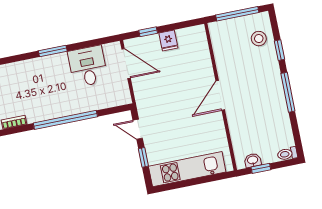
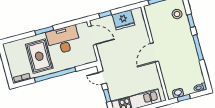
fridge: (168, 40) -> (123, 20), width x1.88, depth x1.34
desk: (88, 66) -> (63, 40), width x1.37
rug: (43, 90) -> (39, 56), added

